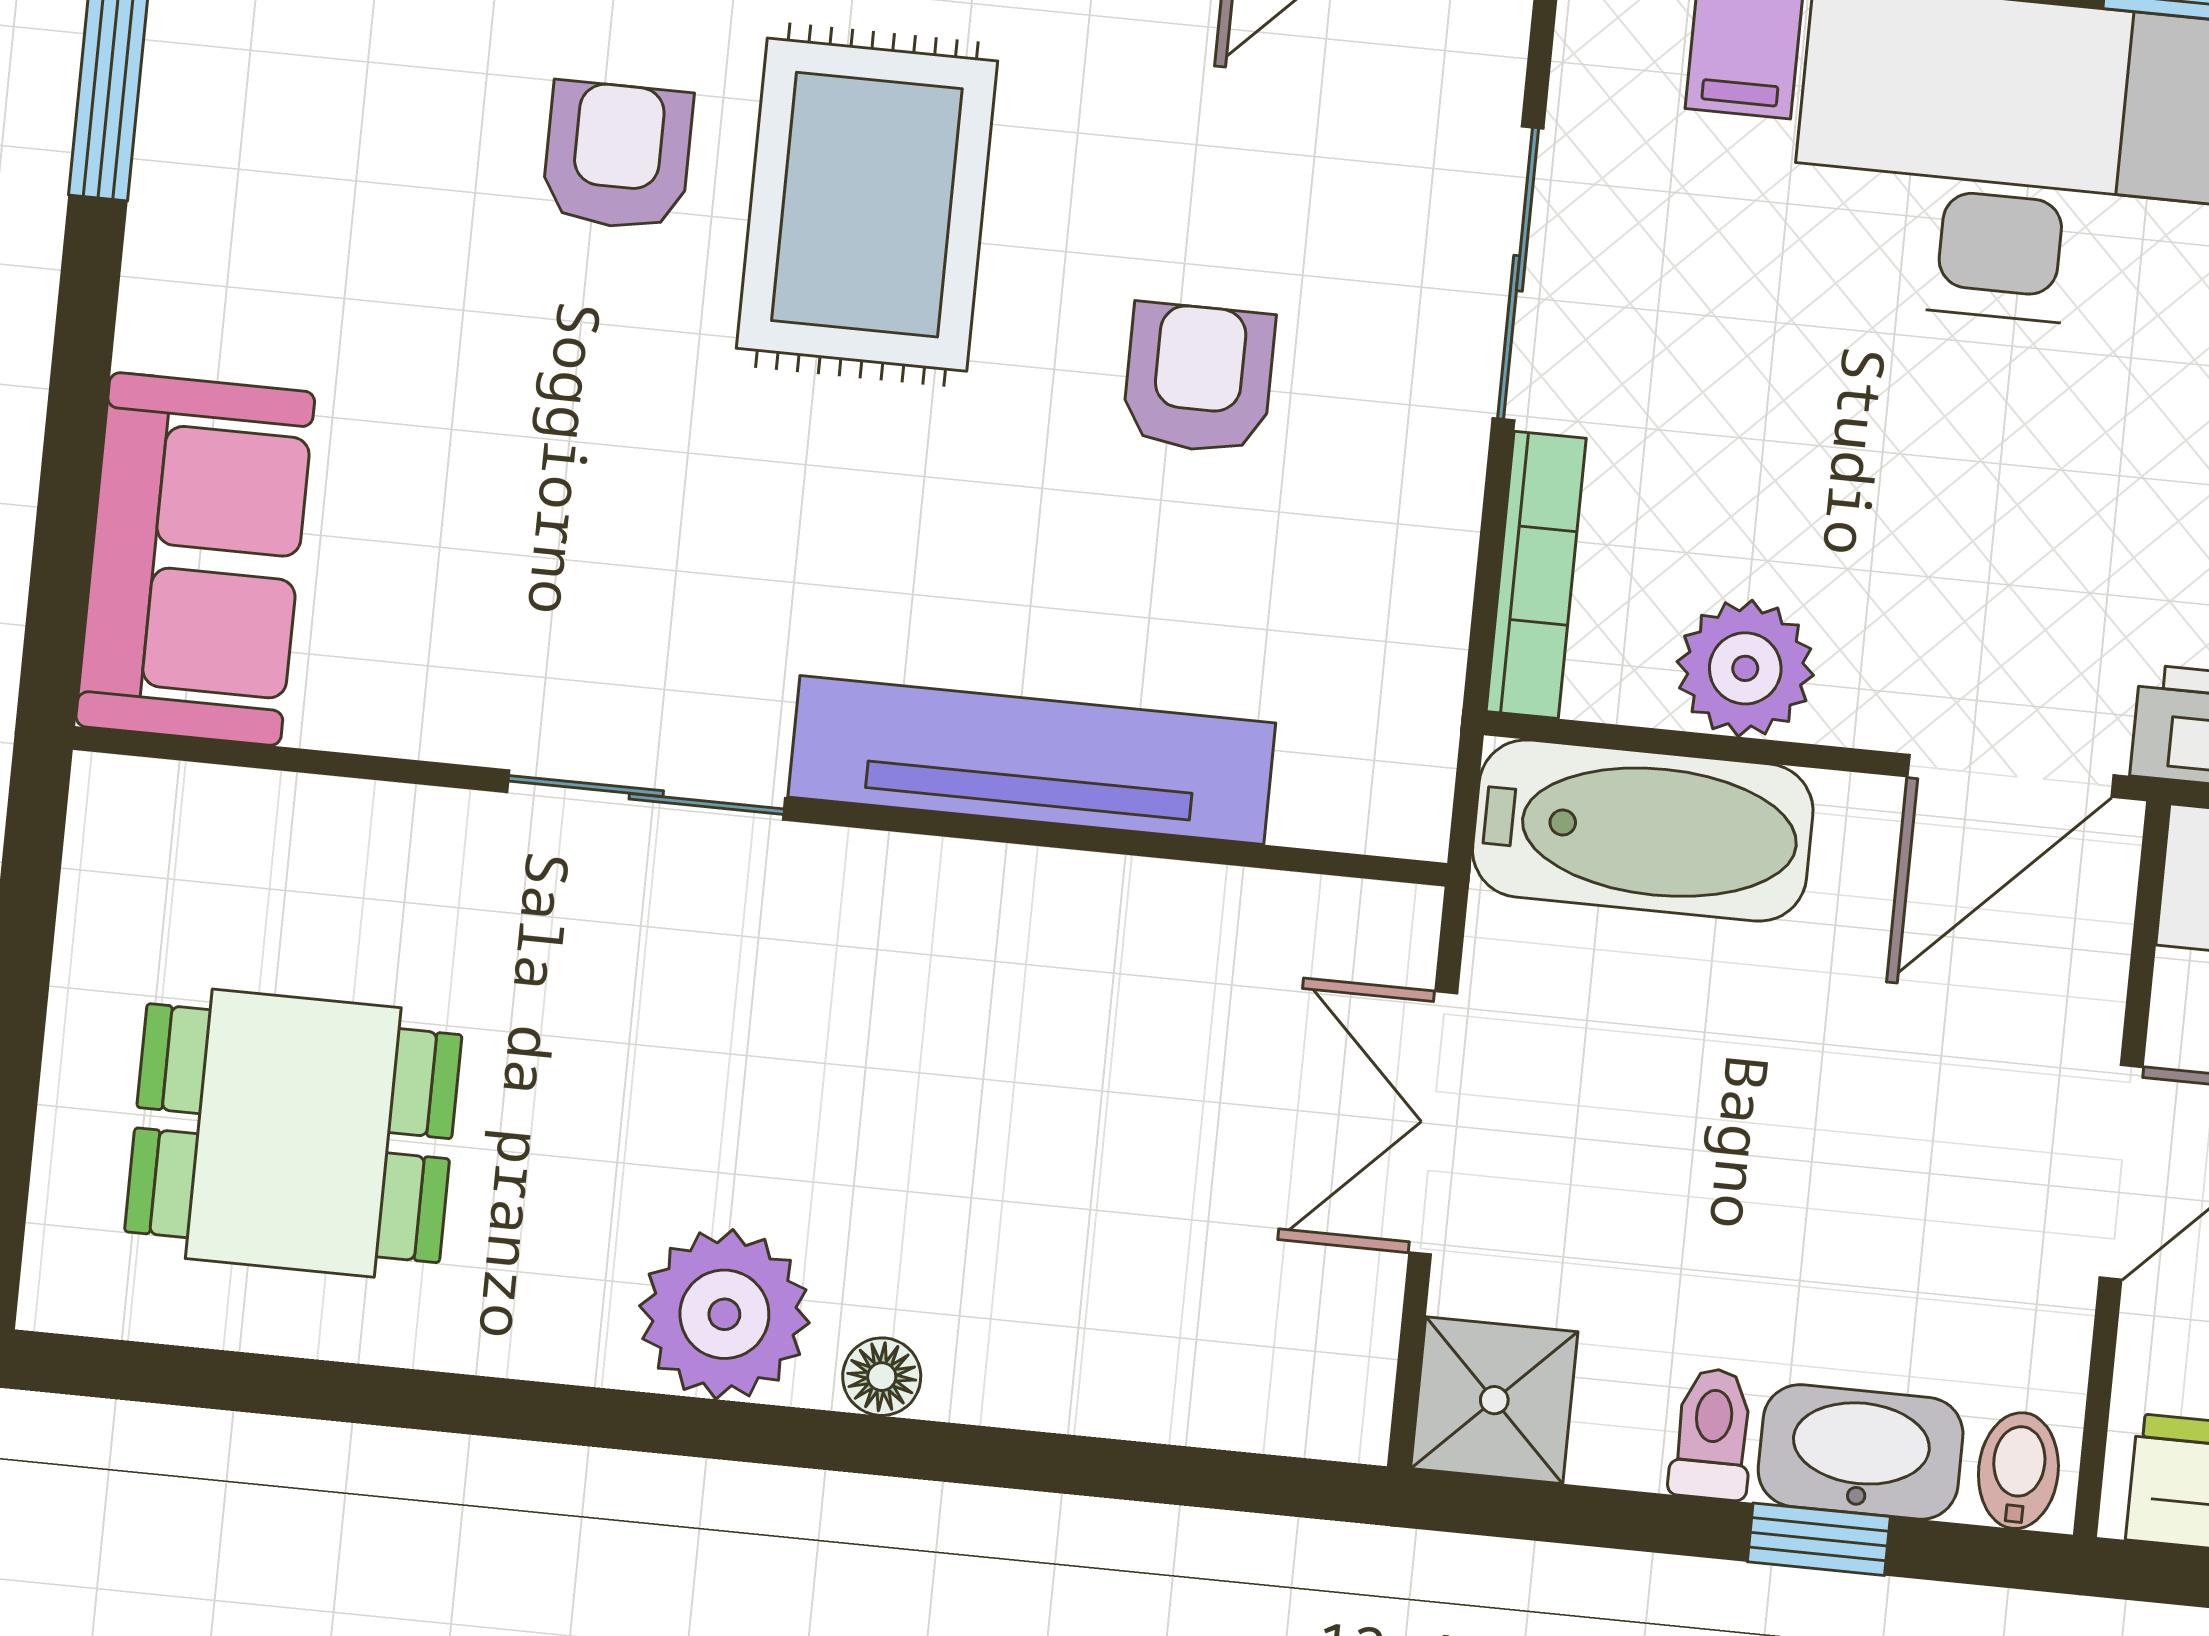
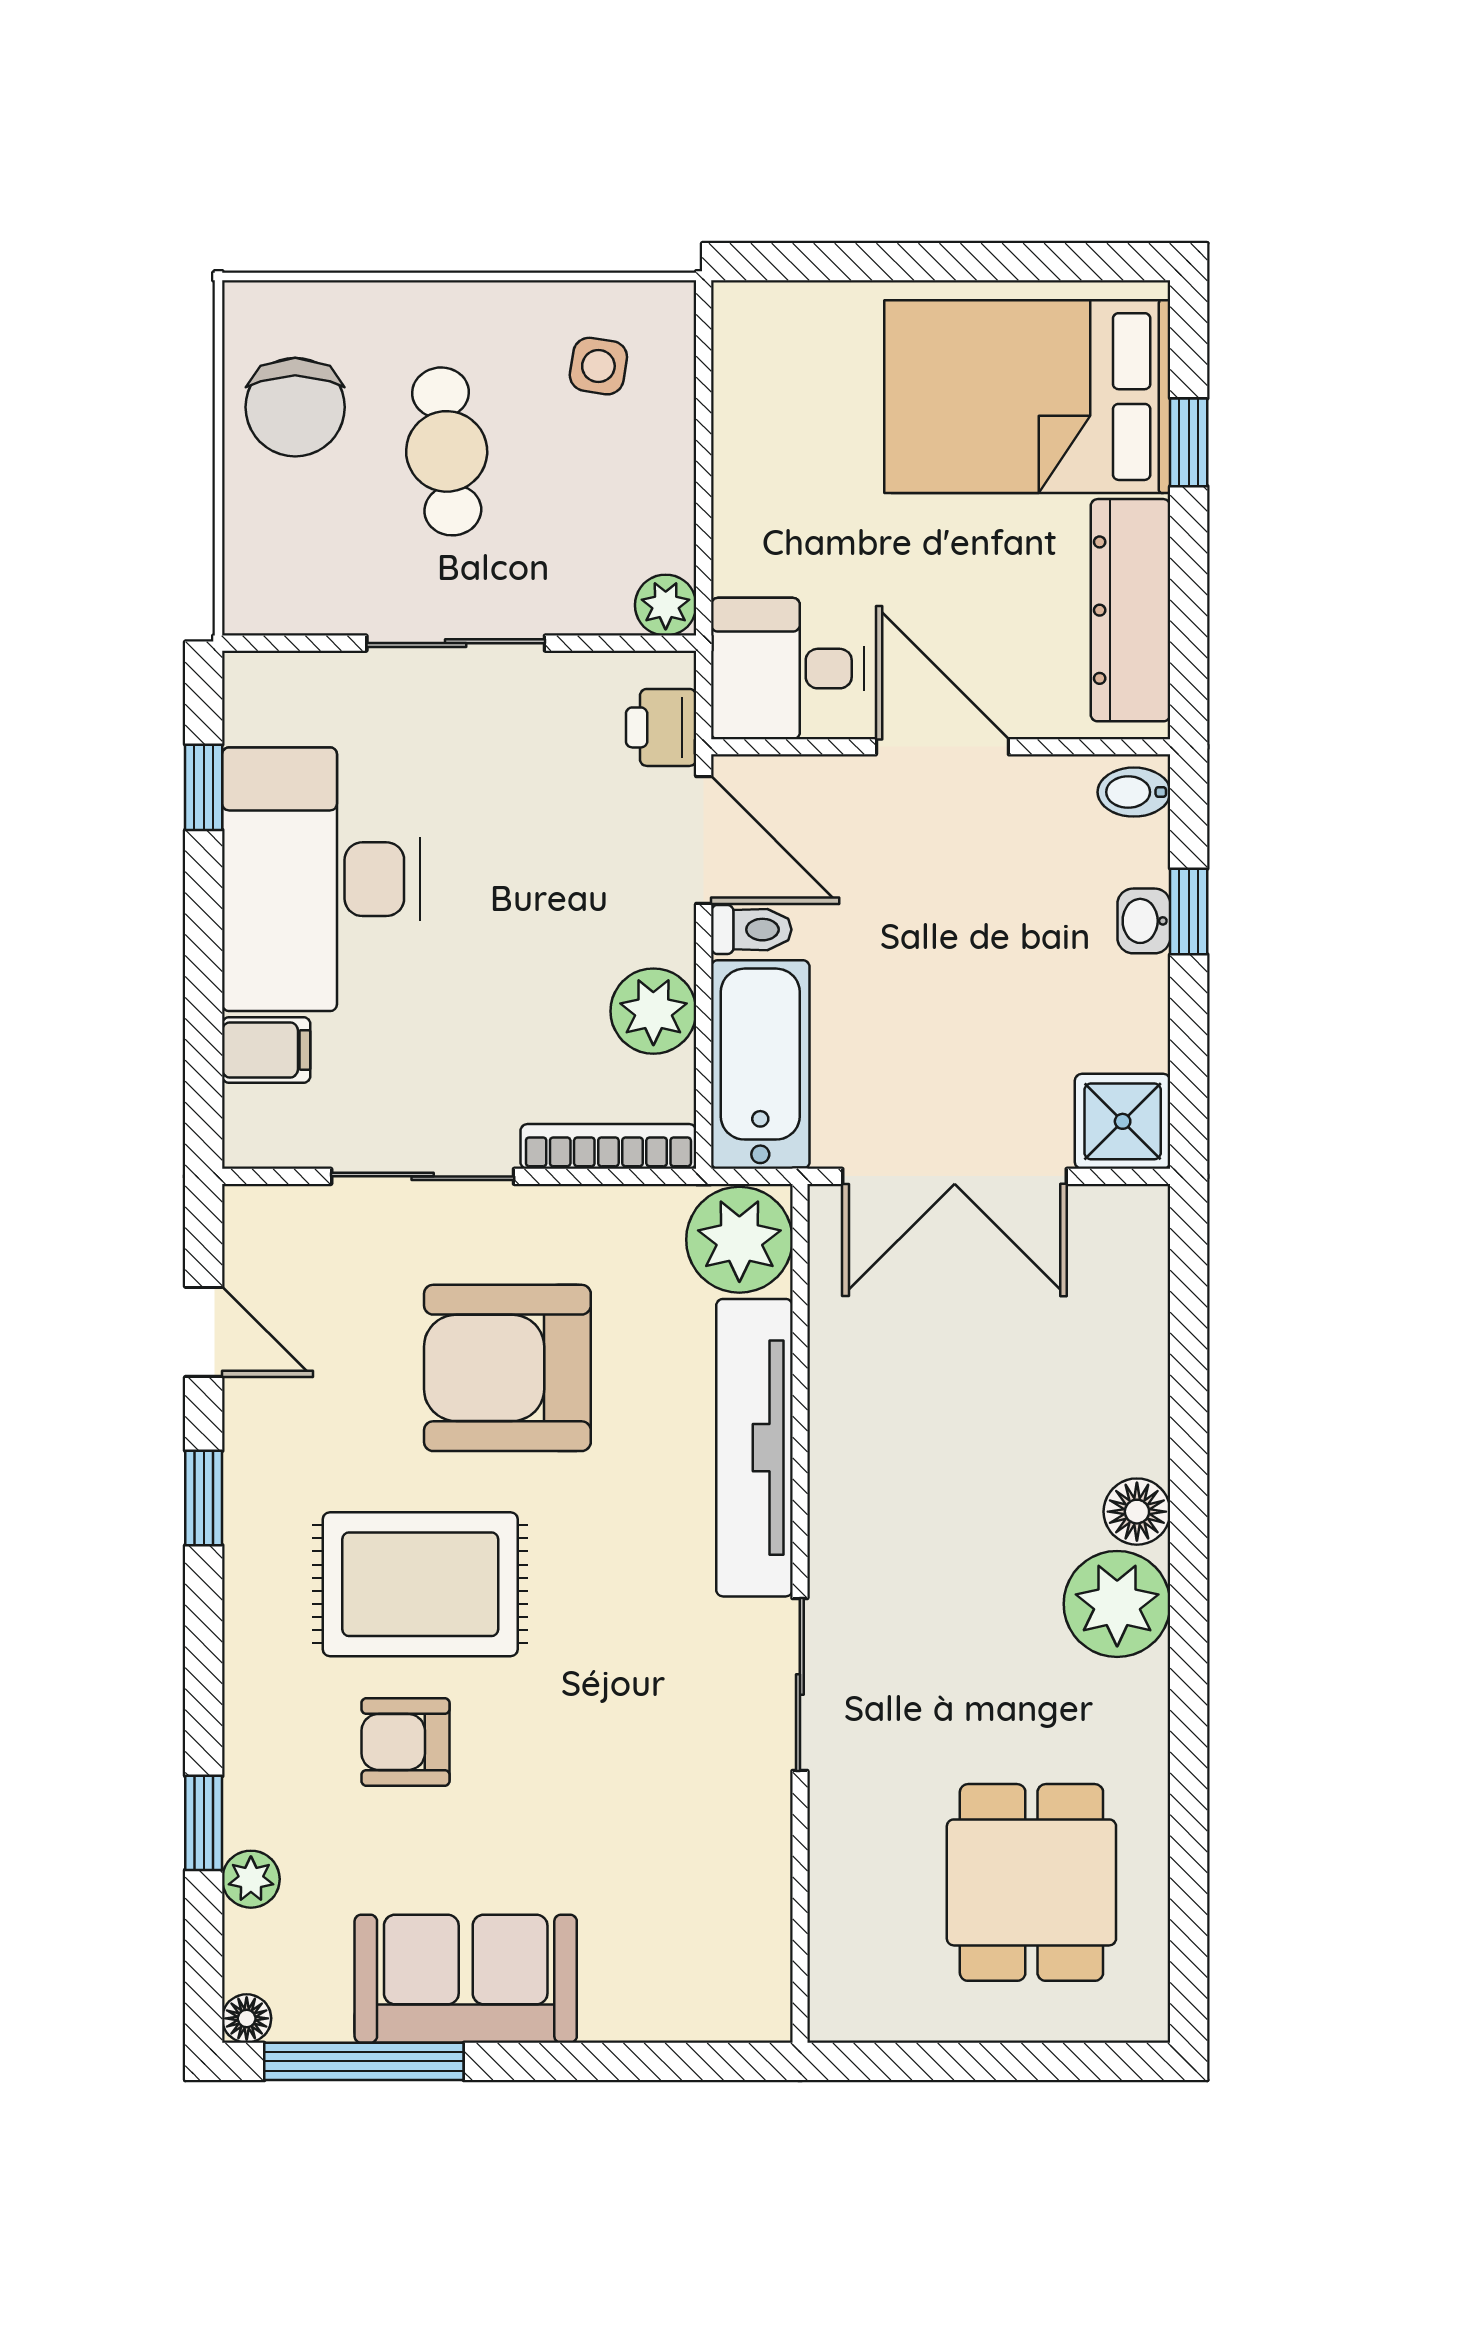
armchair: (1199, 378) -> (507, 1368), width x1.88, depth x1.88
sofa: (195, 559) -> (466, 1979), moved
plant: (1366, 769) -> (739, 1240), added
double door: (1433, 1123) -> (955, 1176), width x1.37
floor lamp: (882, 1377) -> (1137, 1512), width x1.37, depth x1.37
toilet: (1712, 1434) -> (751, 930), moved, turned 180
washbasin: (1861, 1452) -> (1144, 921), width x0.52, depth x0.69

